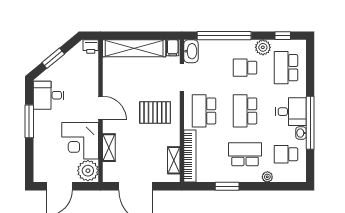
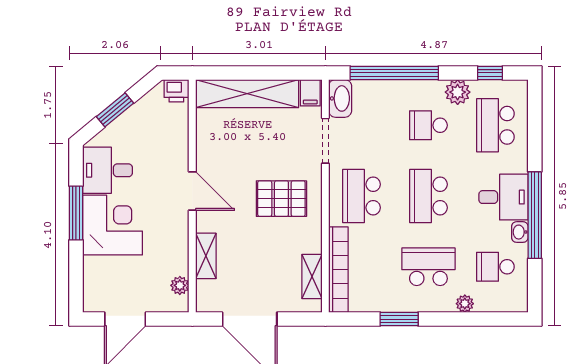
corner desk: (80, 141) -> (112, 225), moved, turned 180
plant: (88, 171) -> (180, 285), width x0.53, depth x0.53

